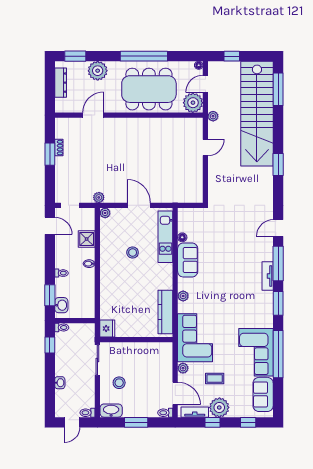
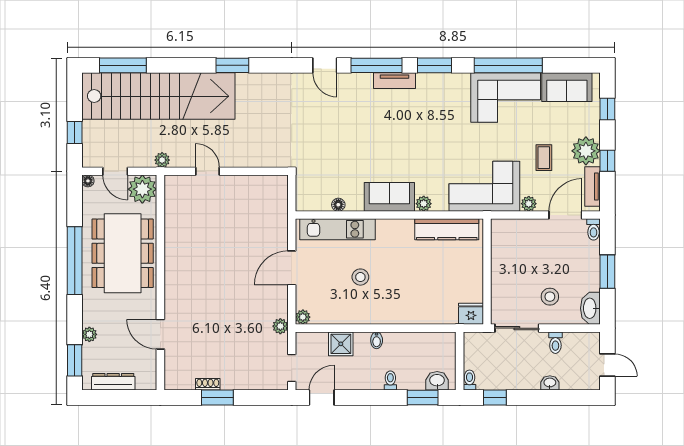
plant: (98, 71) -> (89, 334), width x0.53, depth x0.53
sofa: (188, 260) -> (389, 197), moved
toilet: (87, 413) -> (555, 343), moved

